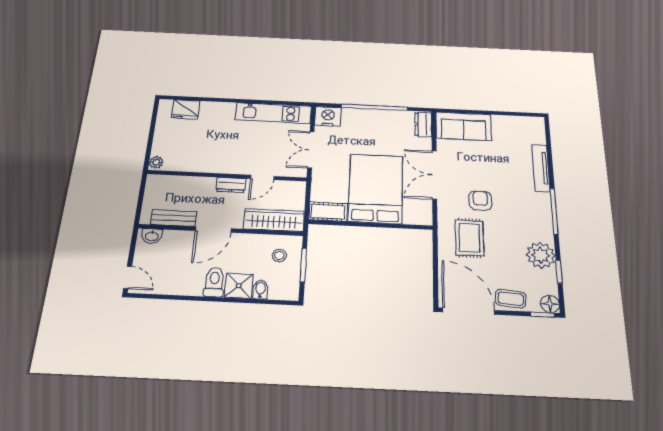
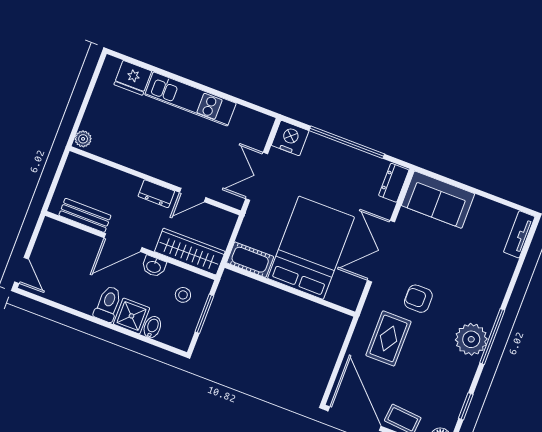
kitchen unit: (273, 113) -> (190, 99), moved
tv unit: (541, 168) -> (519, 234), moved, width x0.71
armchair: (480, 201) -> (418, 299), turned -90
washbasin: (152, 236) -> (154, 266), moved
plant: (541, 255) -> (471, 339), moved

